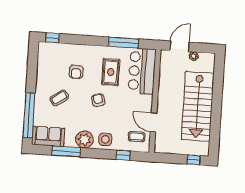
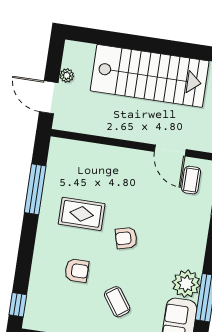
bar counter: (142, 71) -> (84, 162), removed
door: (153, 122) -> (170, 150), hinge flipped
side table: (105, 139) -> (191, 232), removed
plant: (84, 140) -> (186, 284), moved

